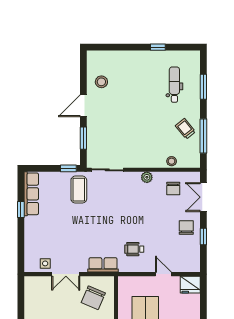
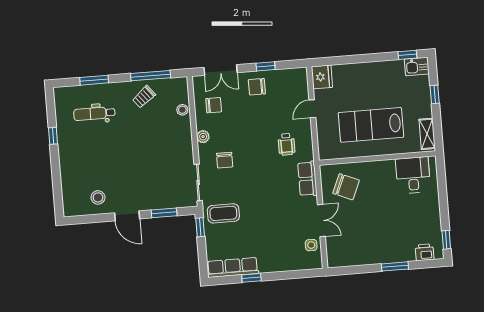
chair: (125, 194) -> (225, 160), added

